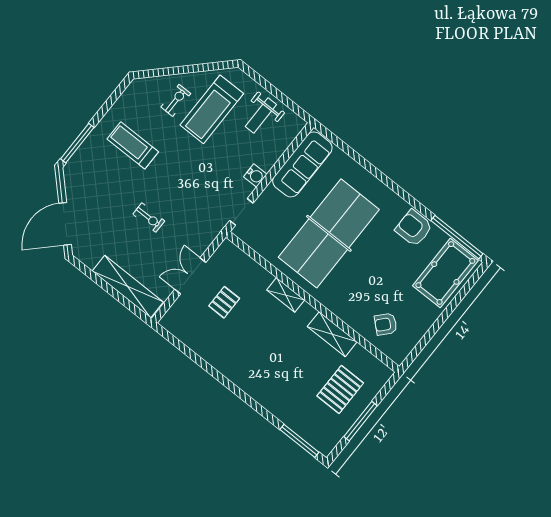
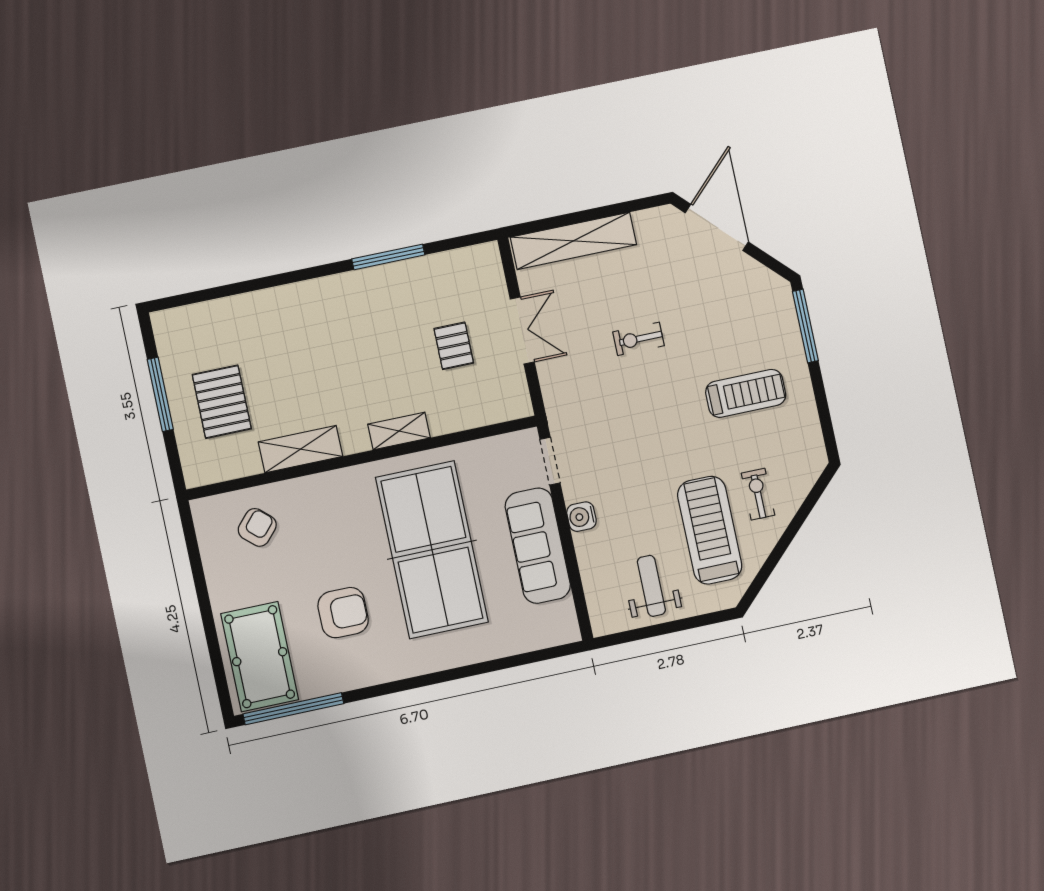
exercise bike: (176, 100) -> (758, 494), turned 180
sofa: (302, 164) -> (538, 546), moved
armchair: (414, 228) -> (343, 613), moved
window: (299, 441) -> (388, 257), moved

